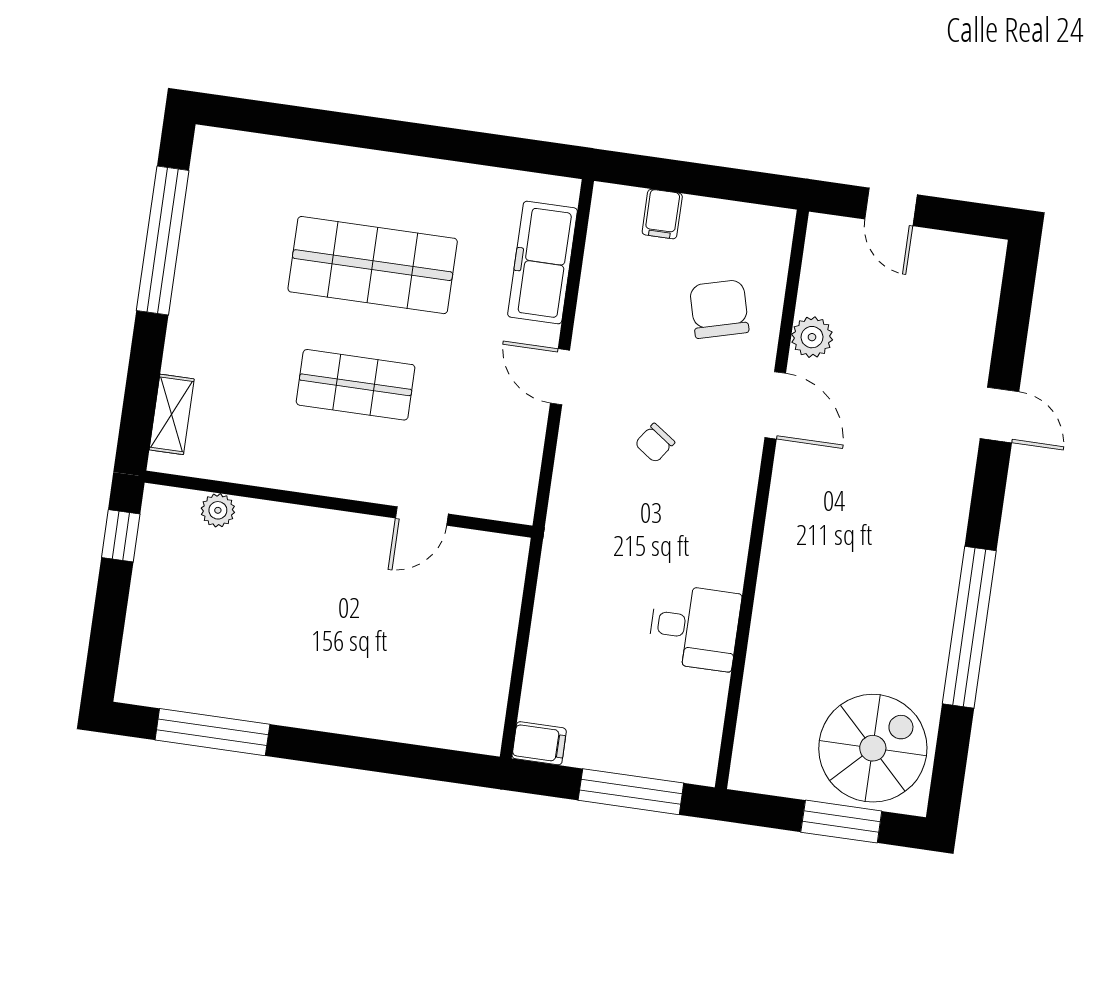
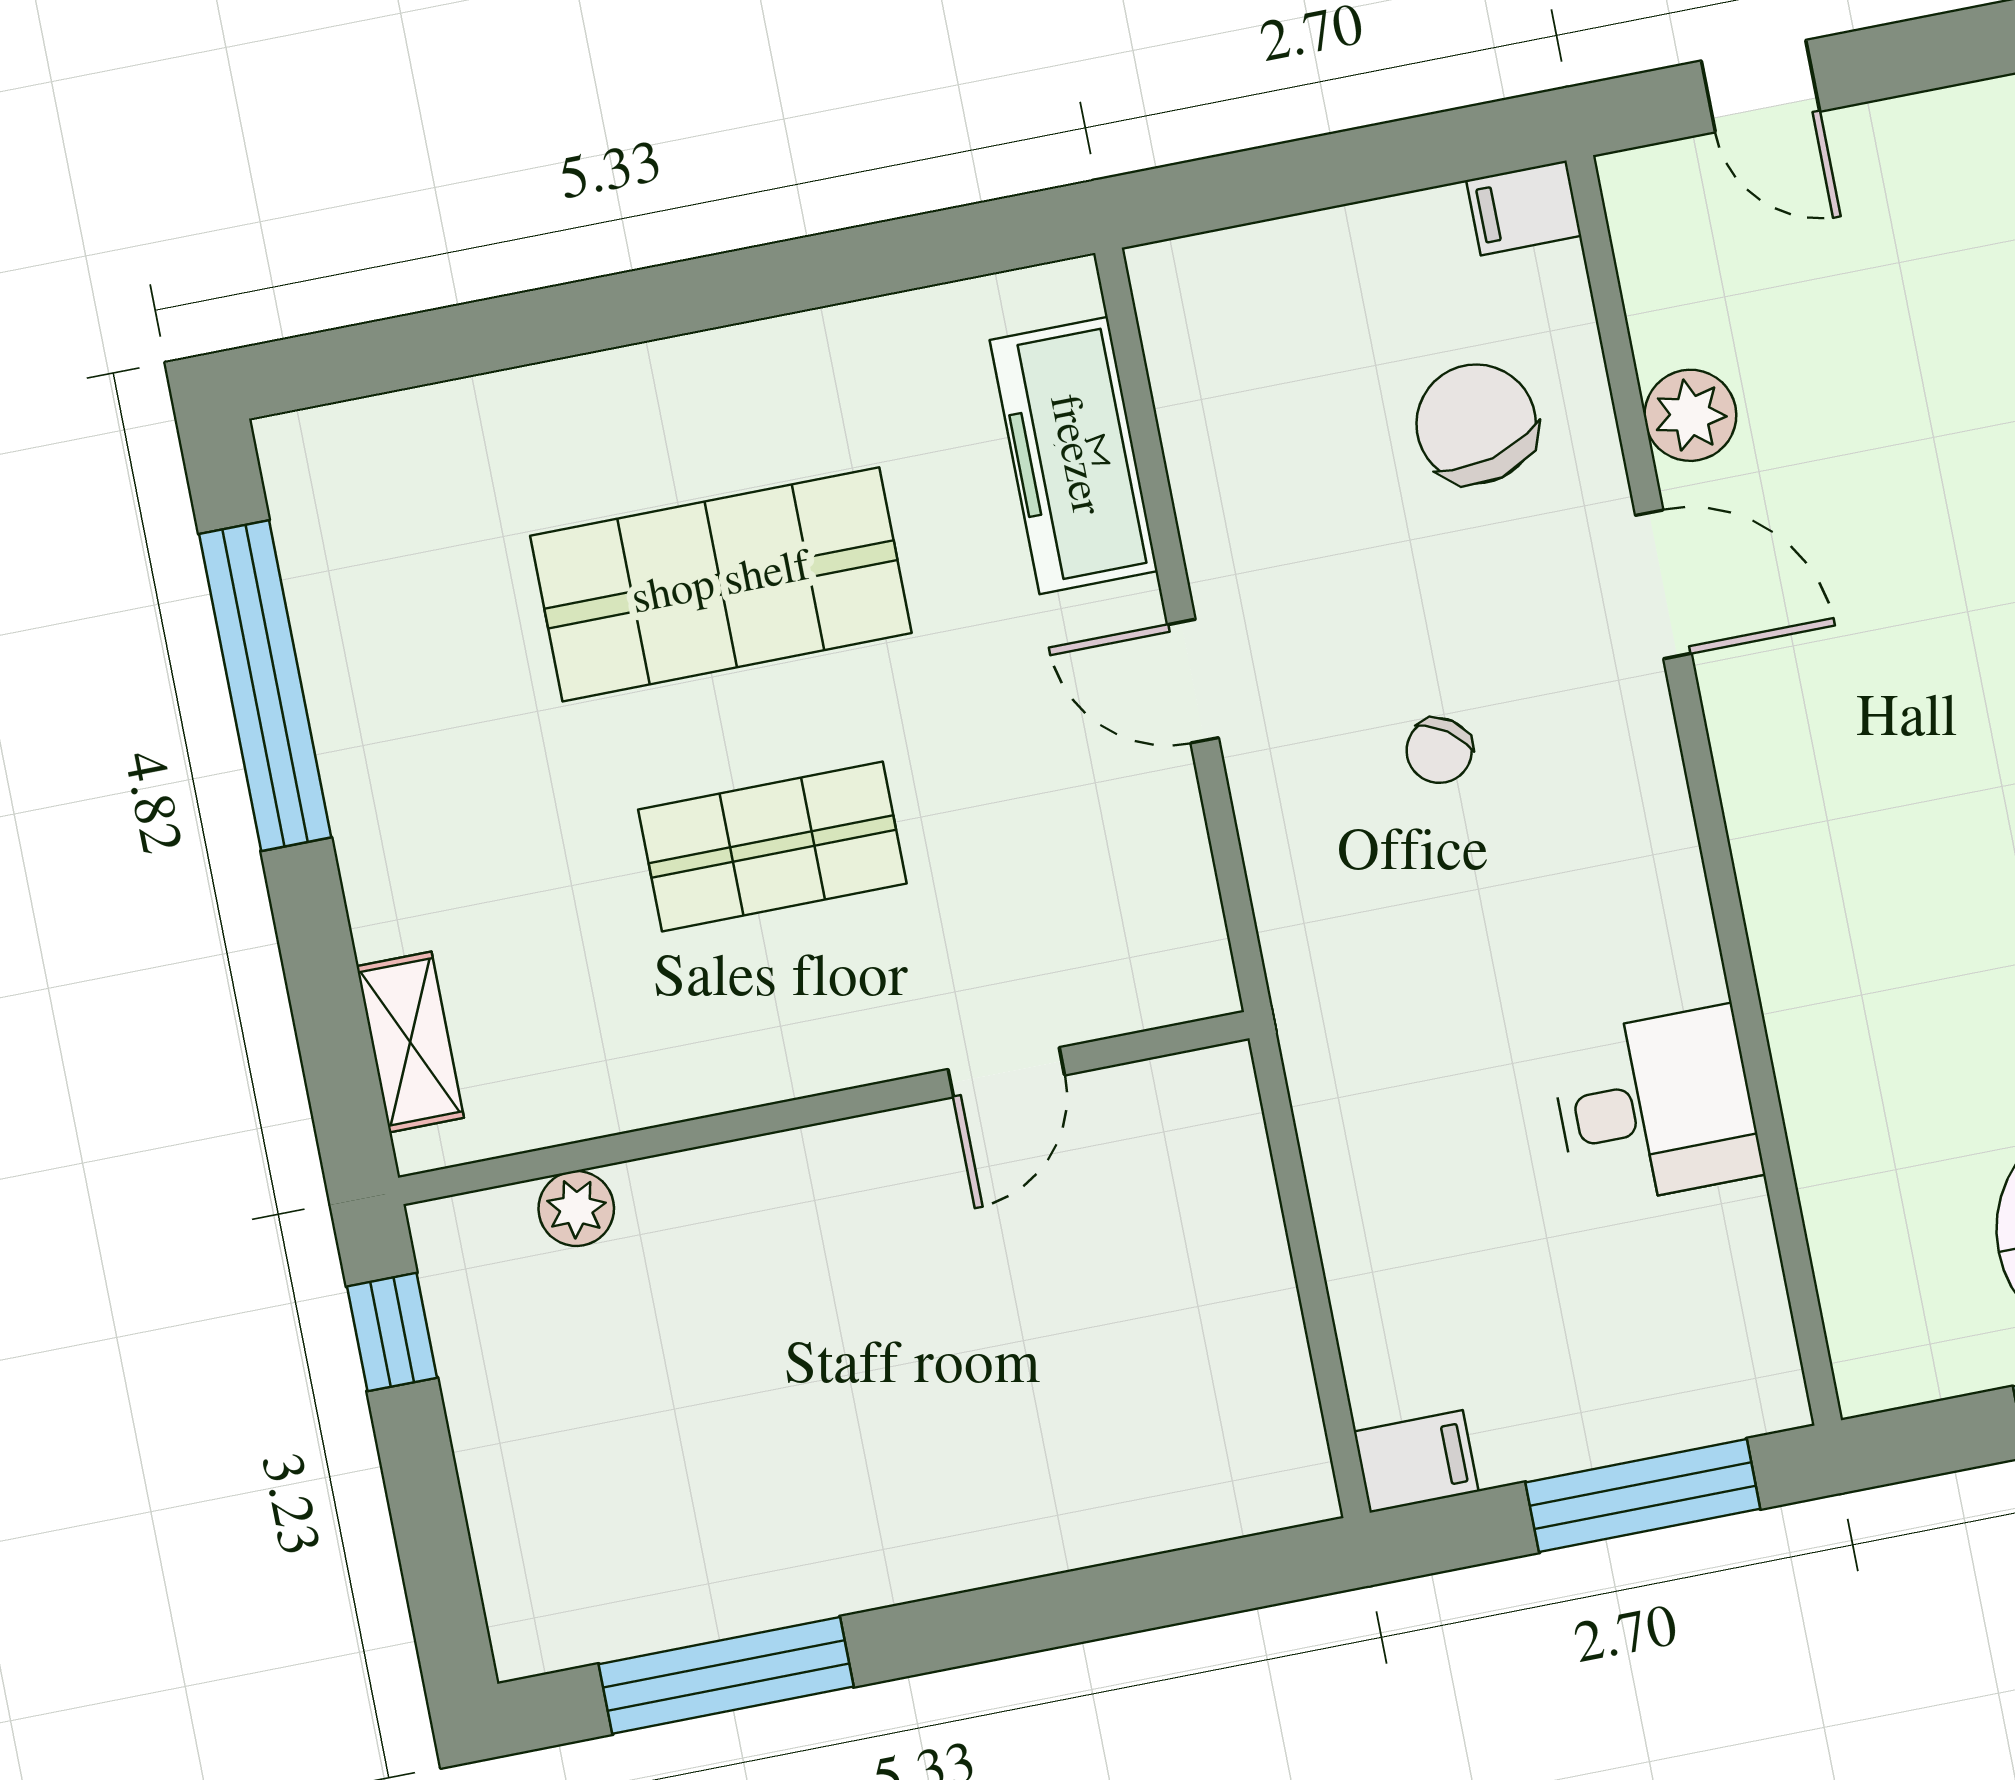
filing cabinet: (662, 214) -> (1524, 208), moved, turned 90

